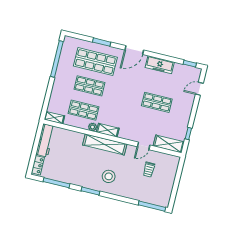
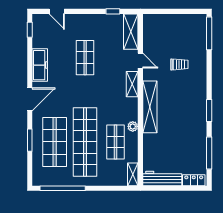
door: (134, 50) -> (30, 99), hinge flipped
shop shelf: (89, 86) -> (85, 142), width x2.00, depth x1.36
shelving: (108, 130) -> (132, 84), moved
trolley: (149, 170) -> (179, 64), moved
stool: (109, 176) -> (187, 93), removed

